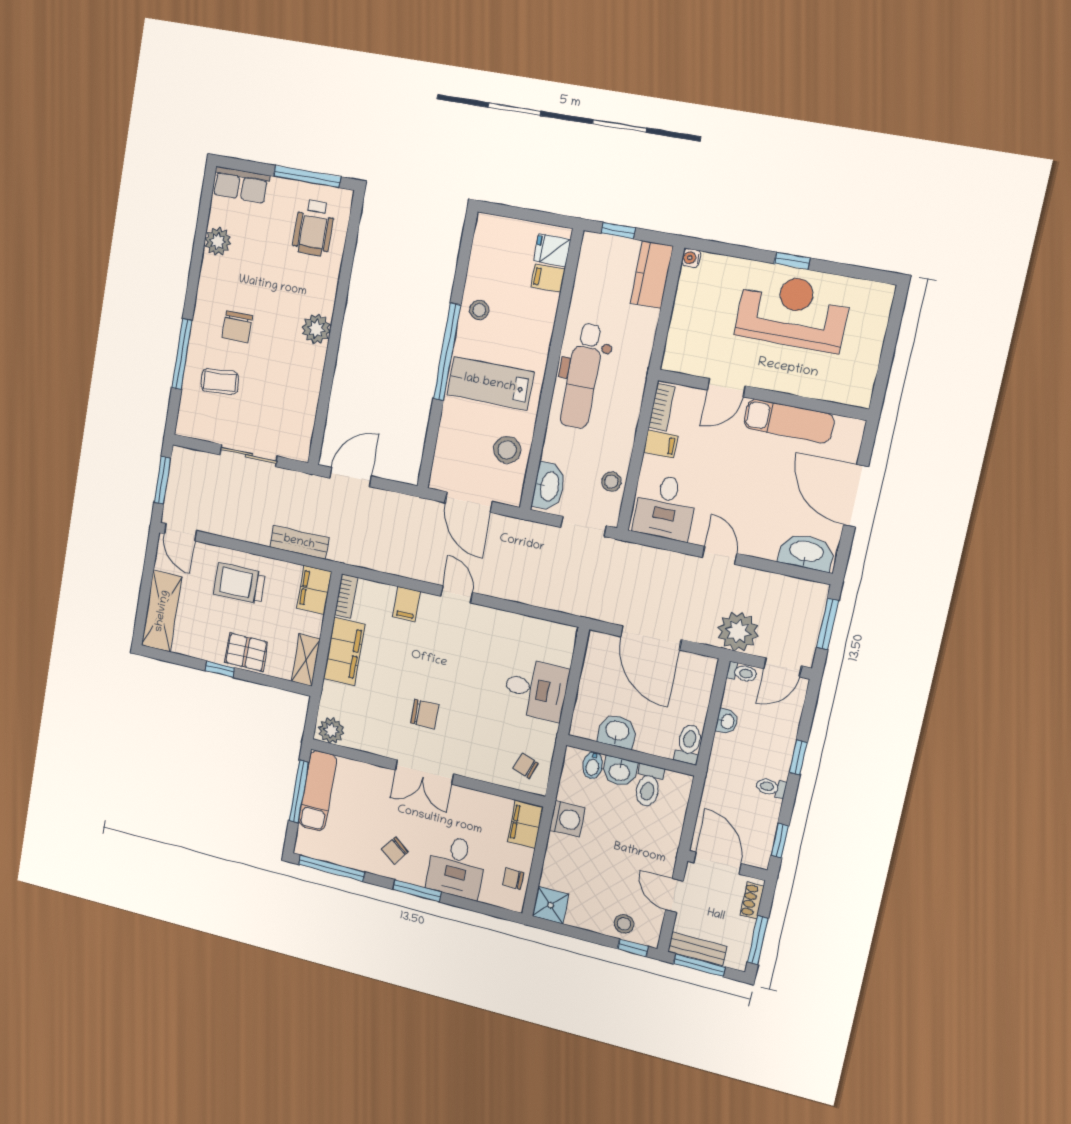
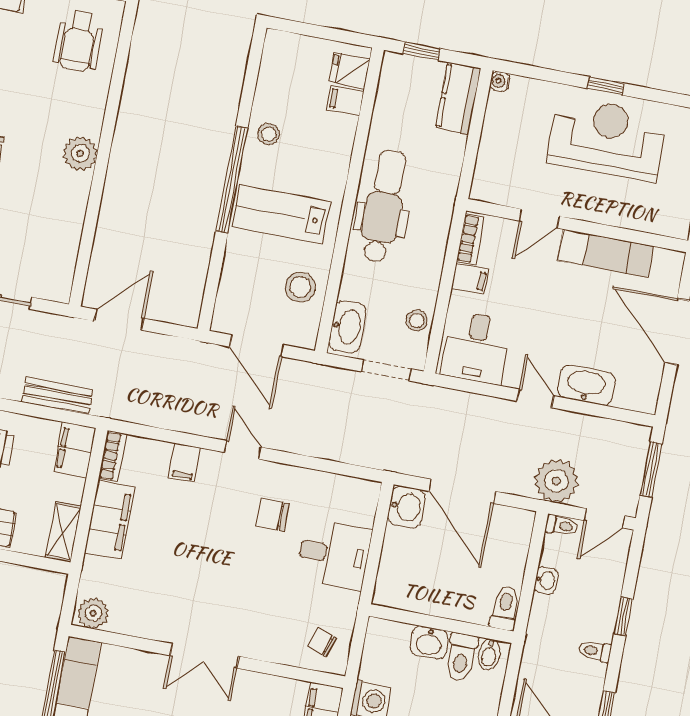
dental chair: (582, 376) -> (384, 206), turned 180
washbasin: (806, 552) -> (586, 385), moved
chair: (425, 714) -> (272, 515), moved, turned 180
washbasin: (617, 731) -> (406, 507), moved, turned 90
bidet: (593, 765) -> (489, 654), moved

